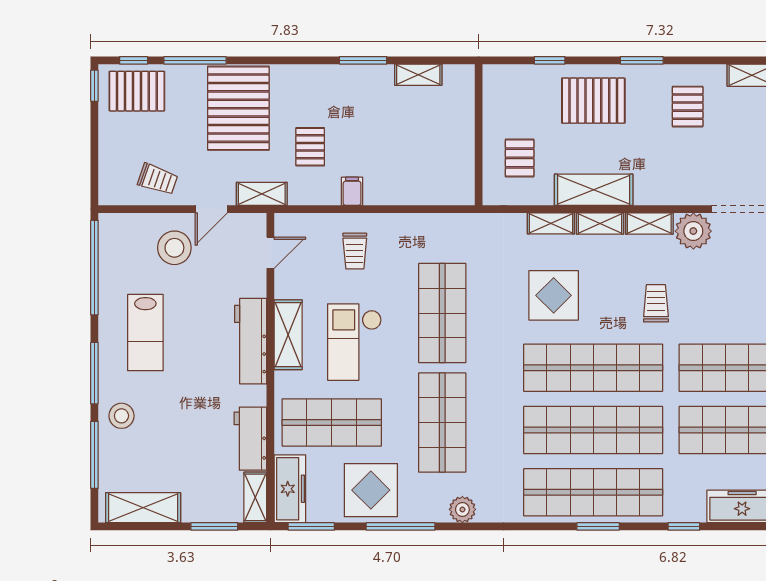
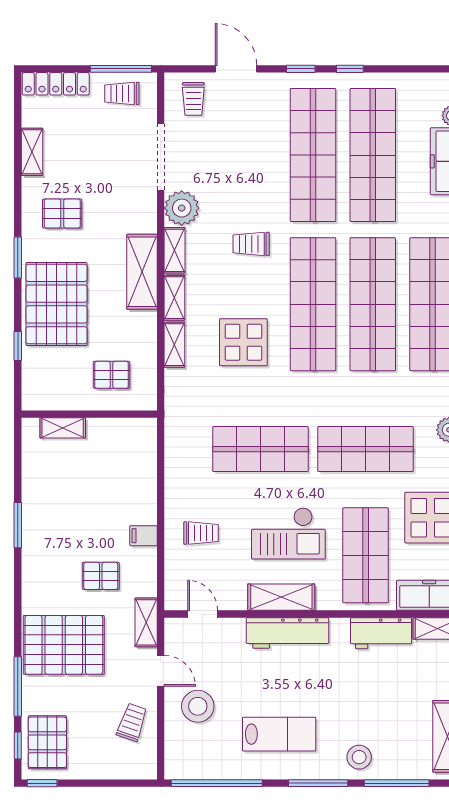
shelving: (418, 75) -> (63, 428), moved, turned 90
pallet: (593, 101) -> (56, 304), width x1.37, depth x1.41
shelving: (594, 190) -> (142, 272), moved

